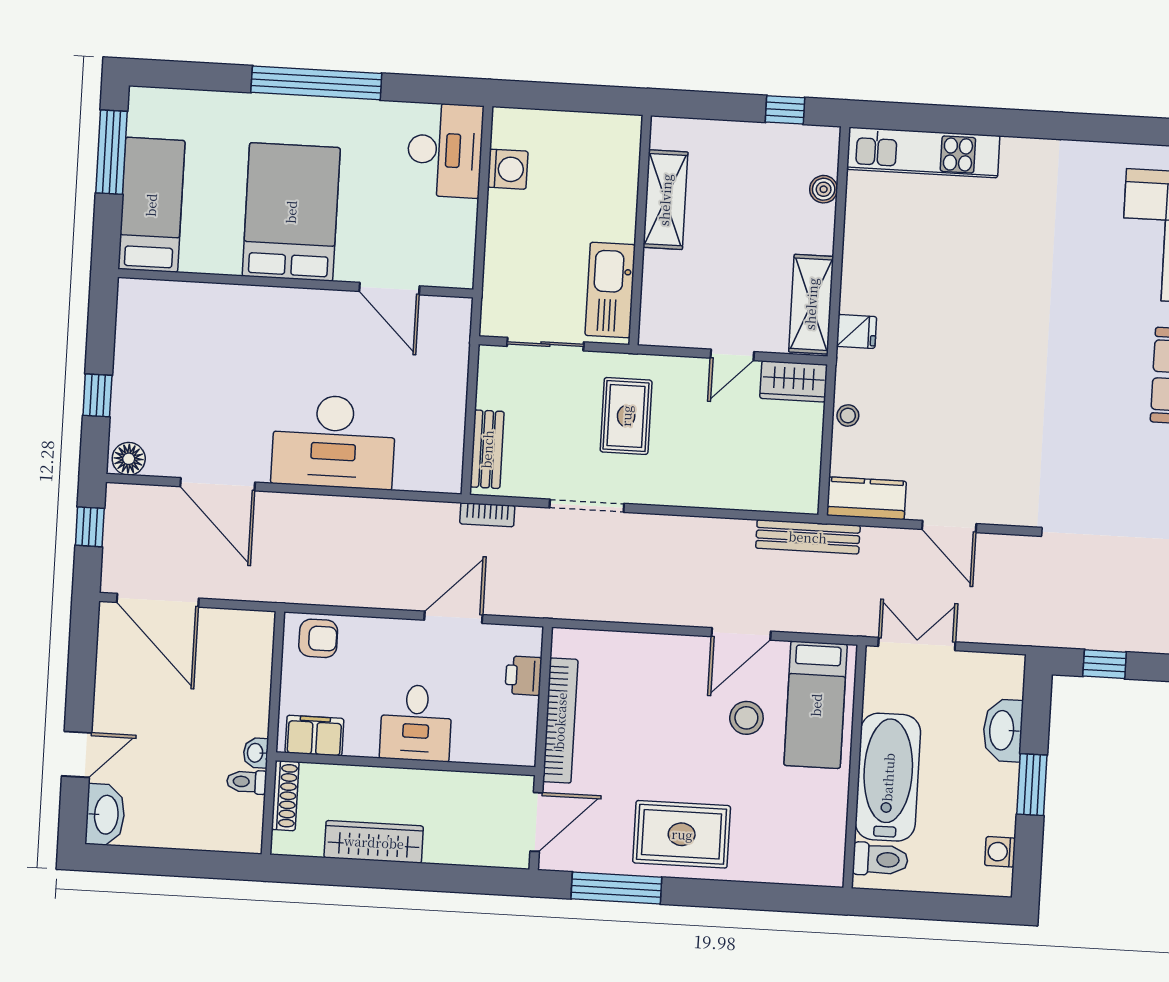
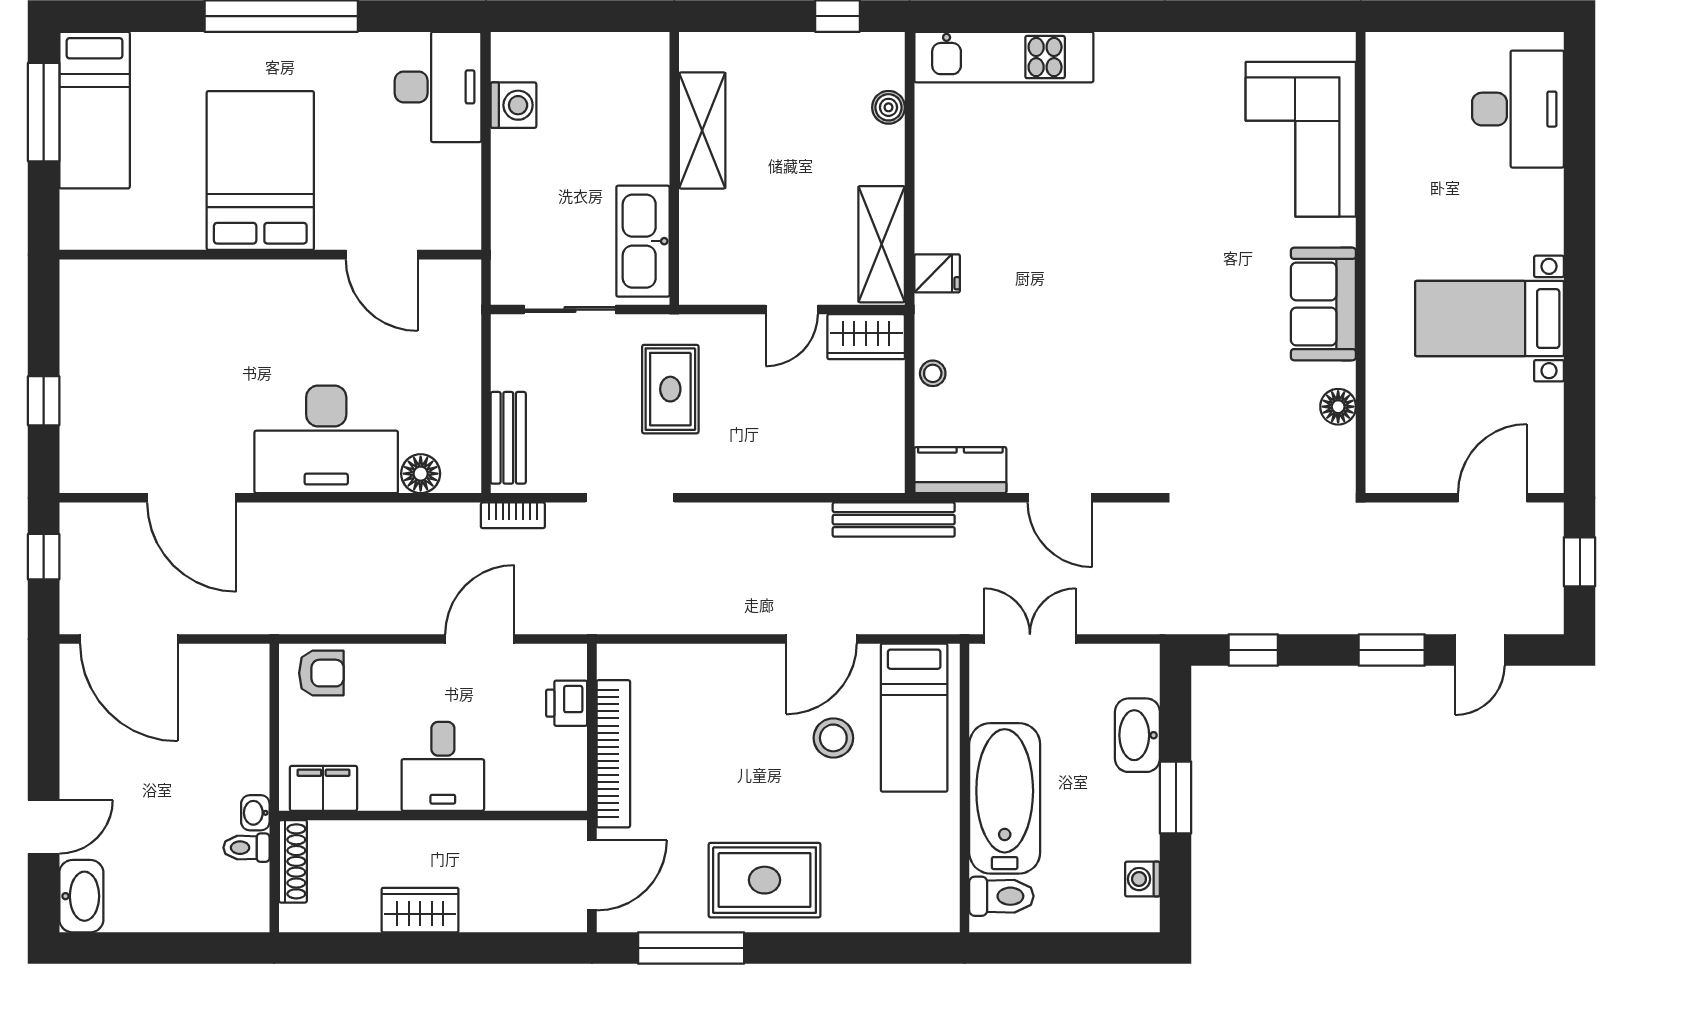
bed: (151, 205) -> (95, 110), moved, turned 180
floor lamp: (129, 459) -> (421, 474), moved
wardrobe: (374, 842) -> (420, 910), width x0.67

